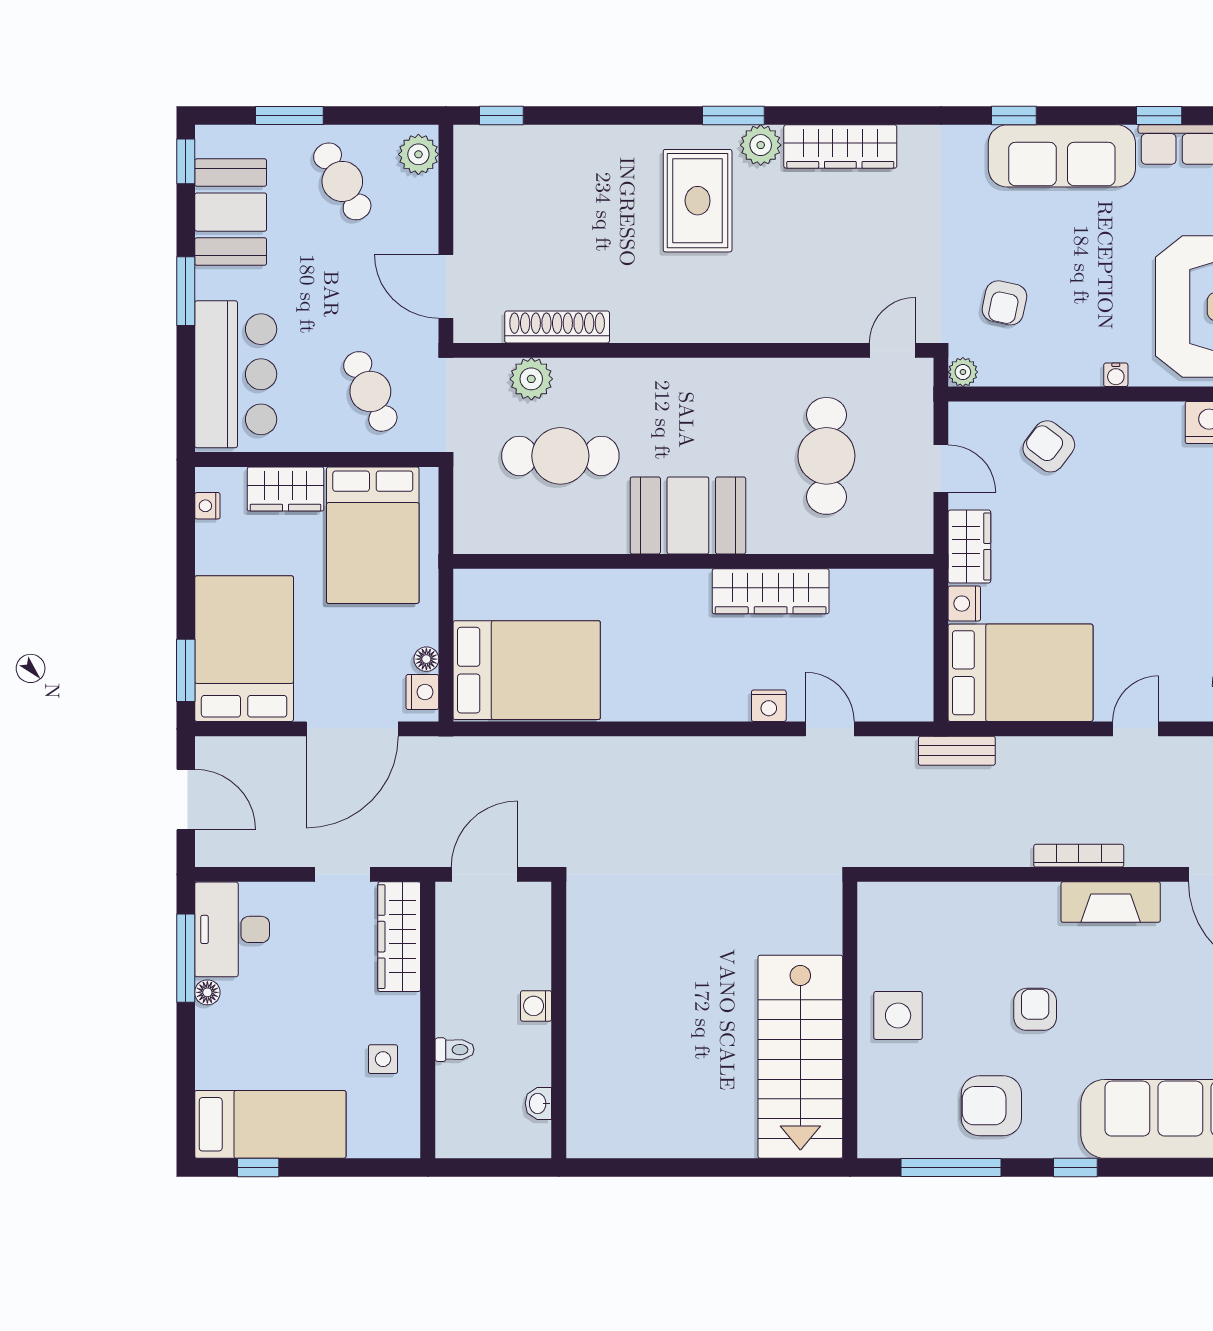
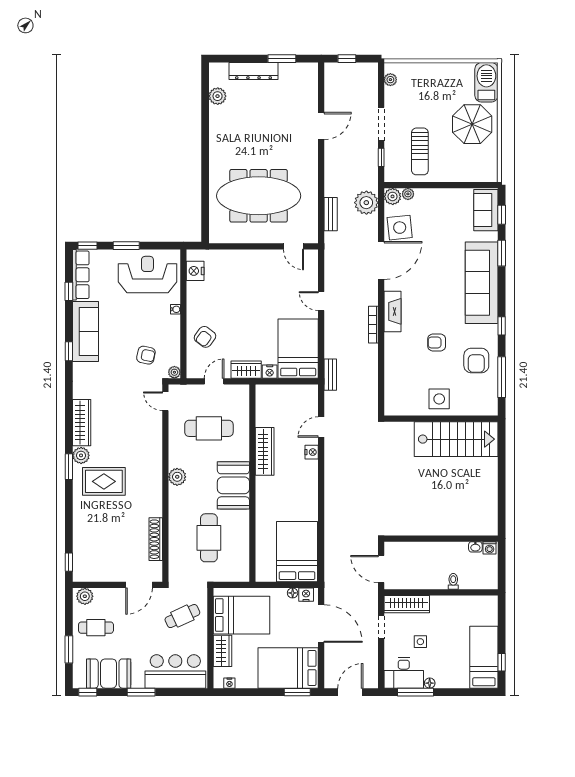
cafe table: (342, 181) -> (96, 628), turned 30
plant: (531, 379) -> (177, 477), moved
washing machine: (536, 1006) -> (490, 548), moved
side table: (383, 1059) -> (420, 642), moved

